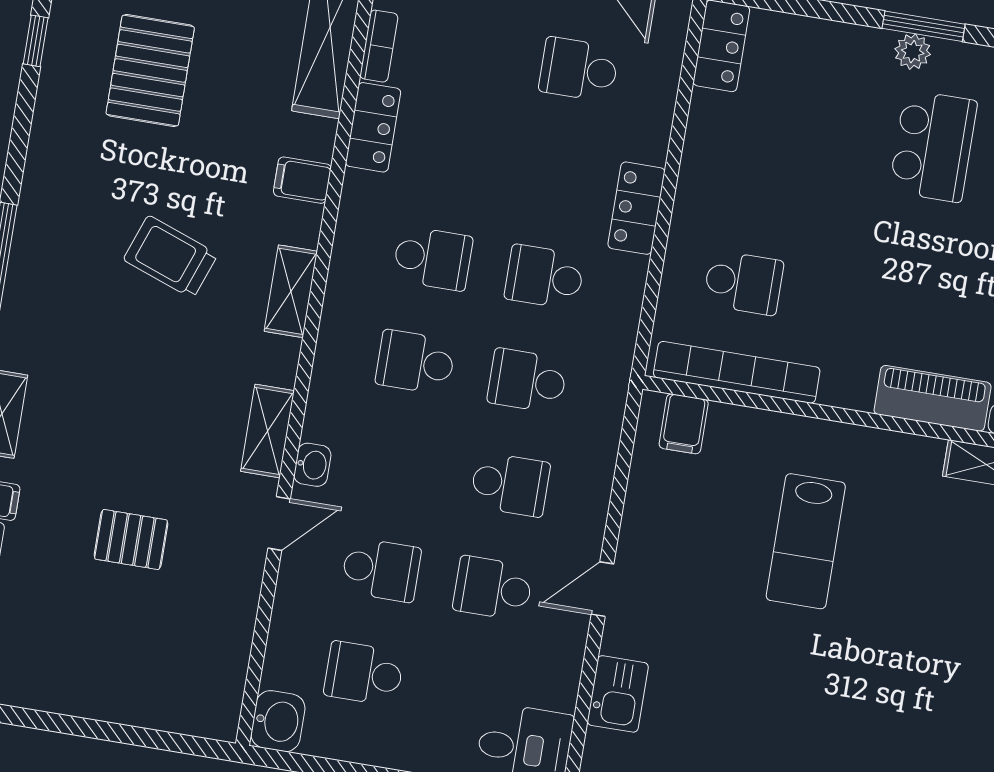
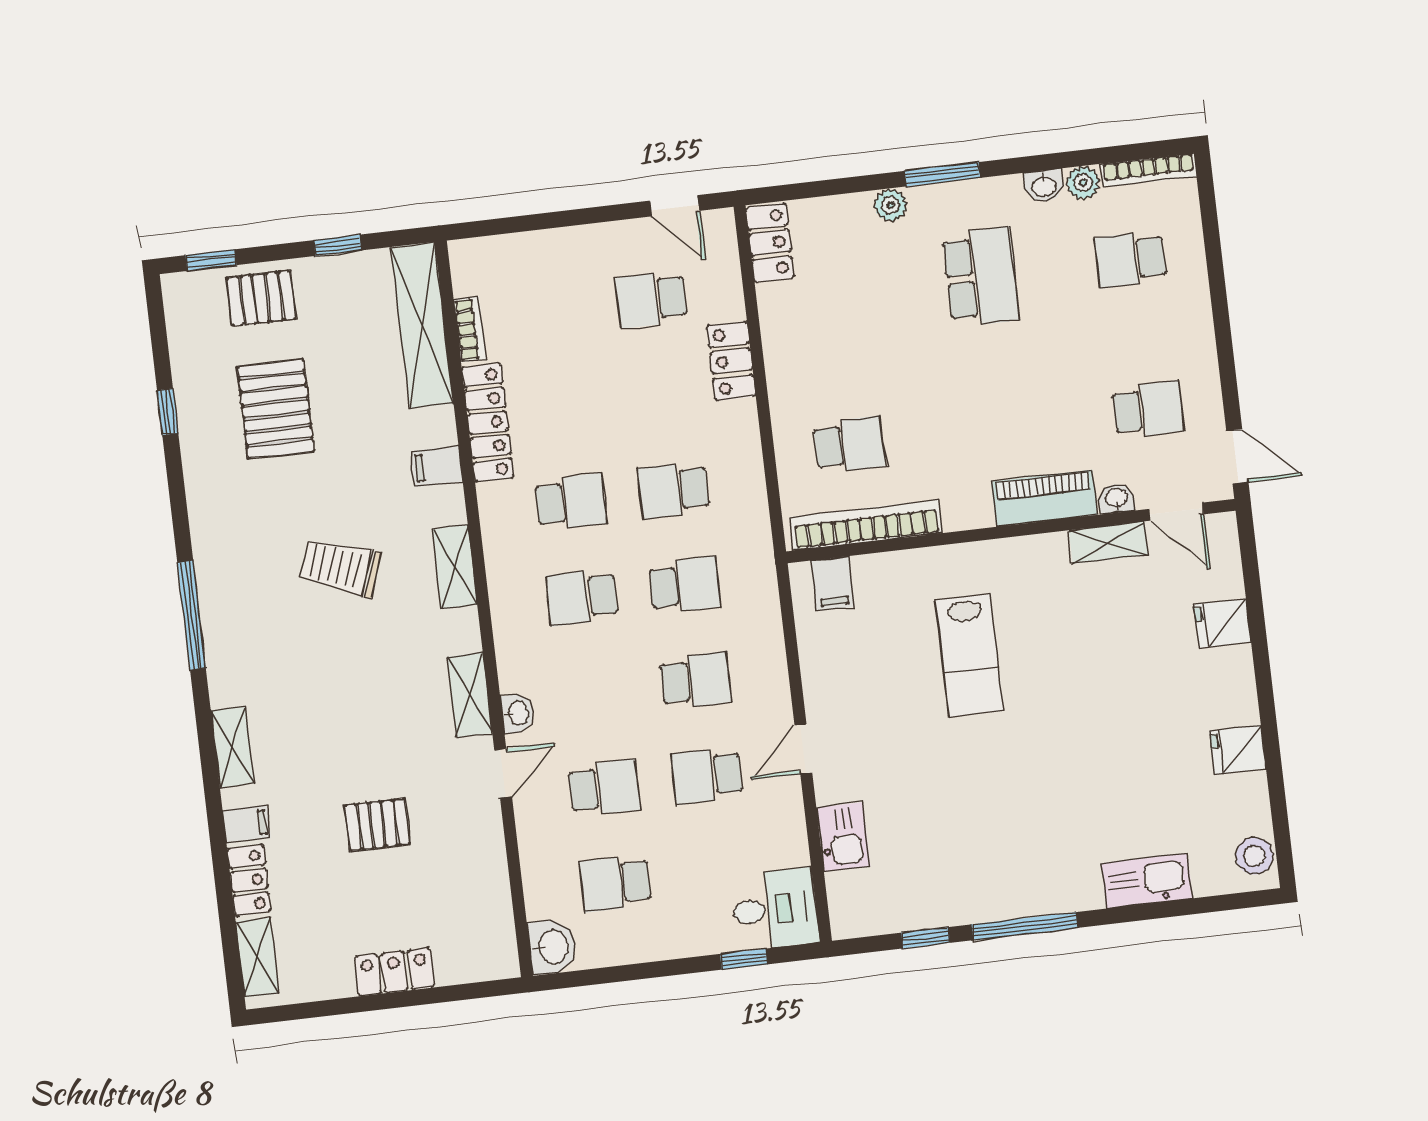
plant: (913, 52) -> (891, 205), moved
locker: (373, 127) -> (488, 423), width x1.53
locker: (636, 208) -> (731, 361), moved
school desk: (527, 381) -> (685, 585), turned 180
locker: (104, 700) -> (394, 972), added

